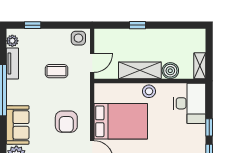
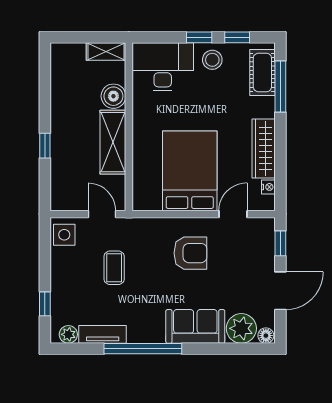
stool: (149, 91) -> (212, 60), moved

